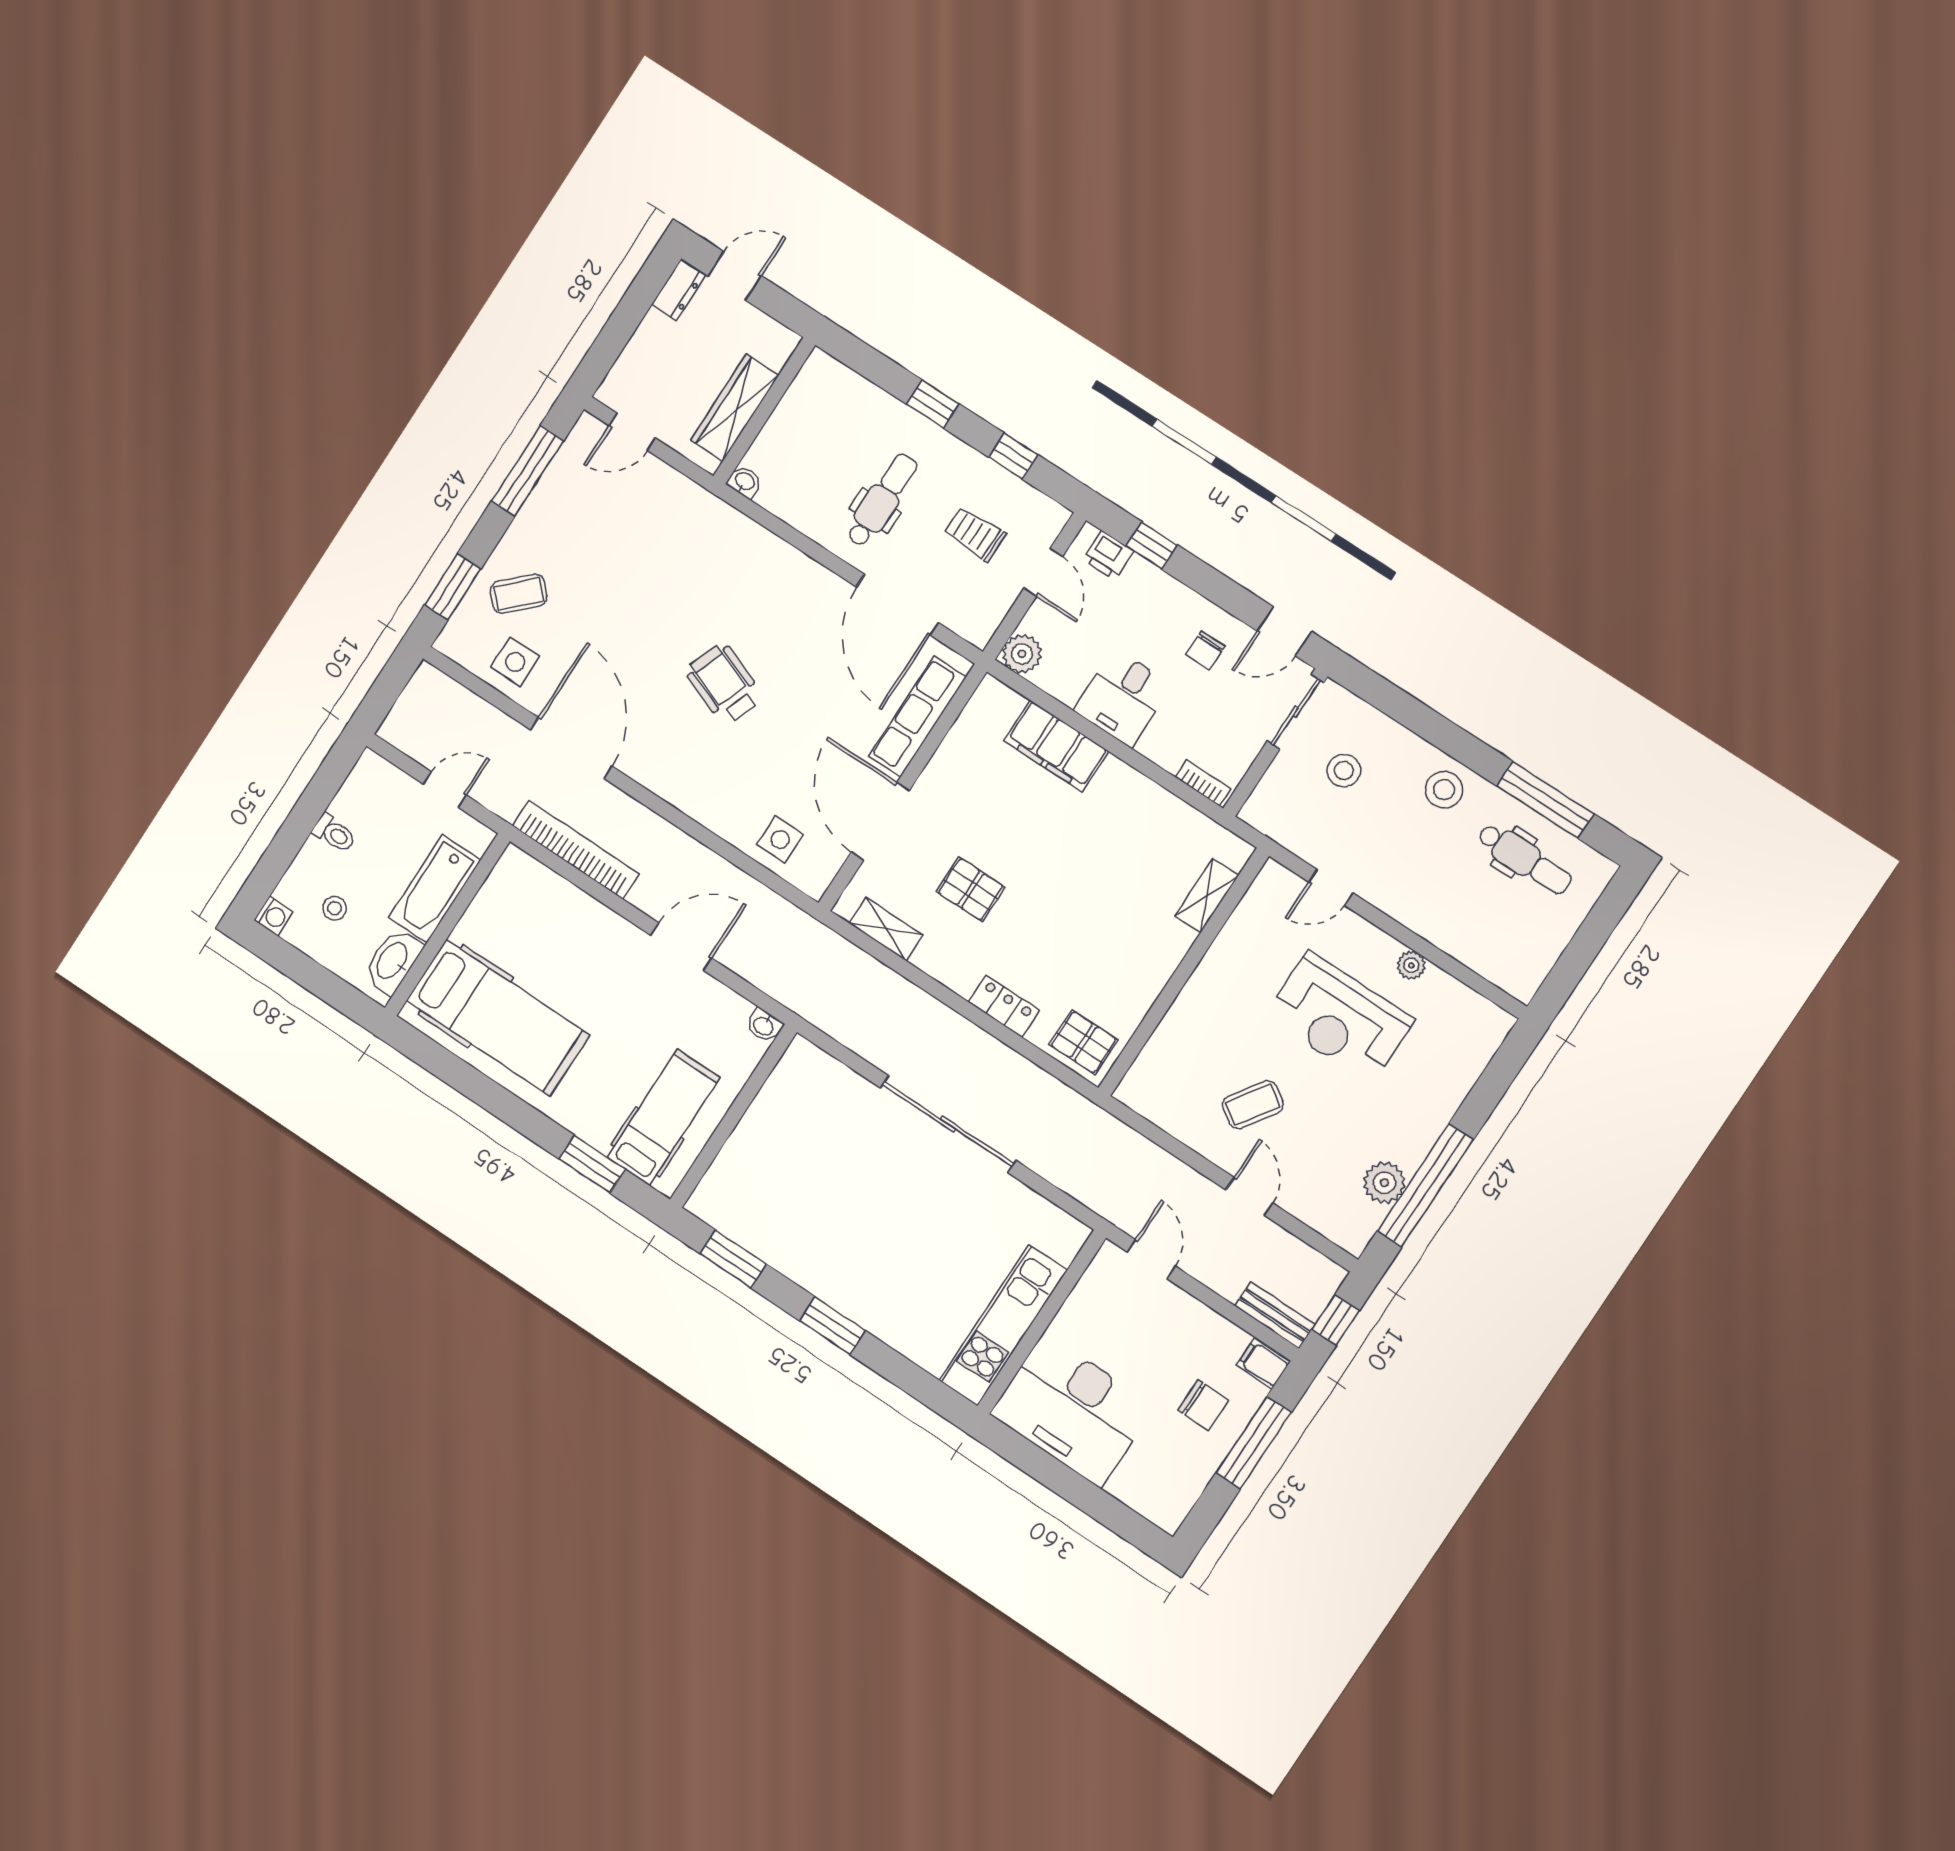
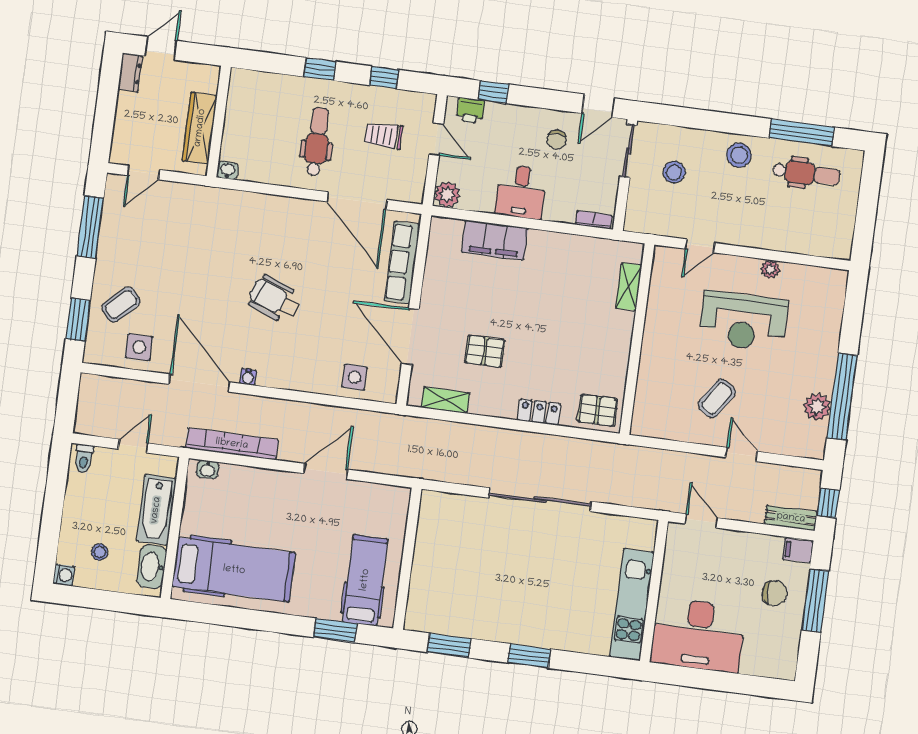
water cooler: (639, 771) -> (248, 377), added
toilet: (334, 833) -> (84, 459), moved, turned 90
washbasin: (764, 1025) -> (208, 469), moved

